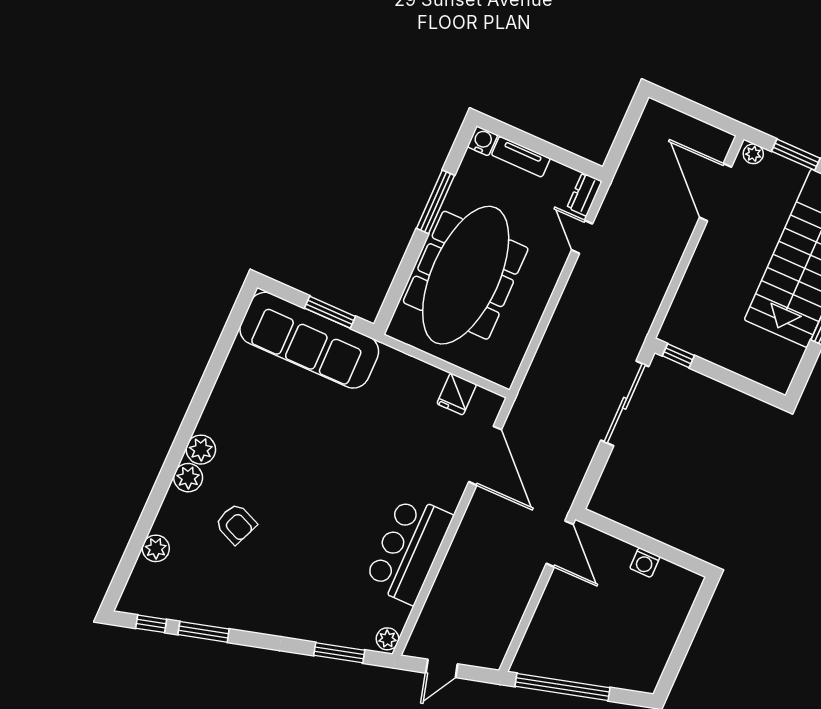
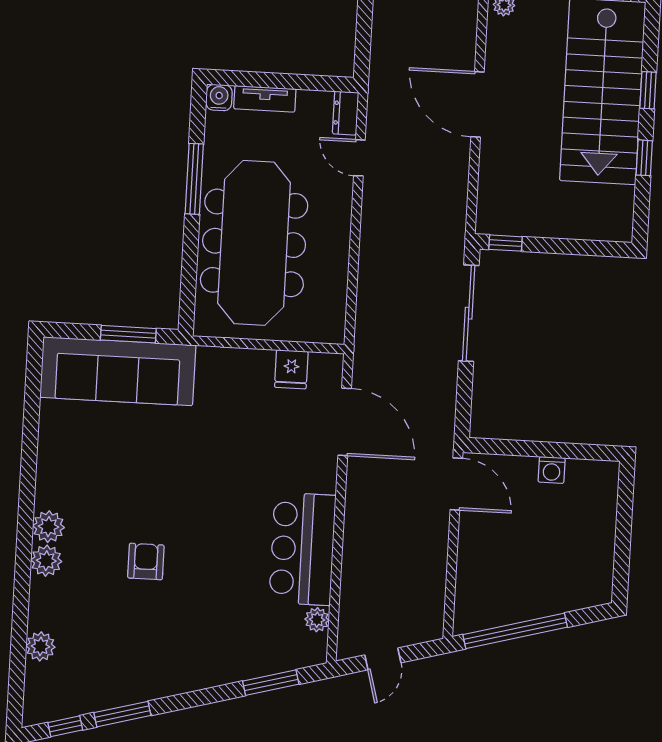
door: (715, 192) -> (477, 104), moved
armchair: (236, 524) -> (146, 561), moved, turned -113
plant: (387, 639) -> (317, 620), moved

